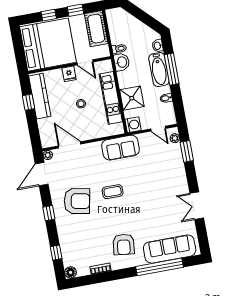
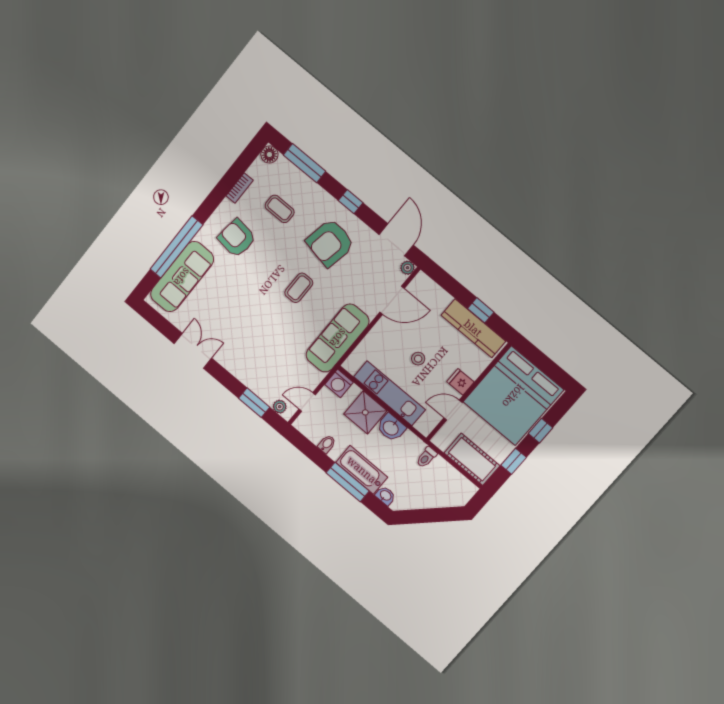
washbasin: (122, 62) -> (391, 428), moved
sofa: (121, 148) -> (338, 338), width x1.36
coffee table: (89, 240) -> (280, 209), added
window: (56, 253) -> (305, 163), width x2.17

